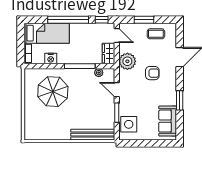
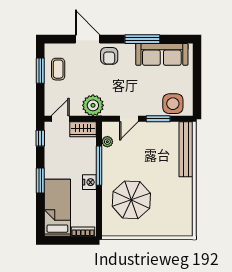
window: (68, 20) -> (40, 180), width x0.47
window: (144, 20) -> (40, 71), moved
nightstand: (51, 58) -> (89, 182), moved
armchair: (152, 73) -> (109, 56), moved, turned 180
window: (180, 100) -> (142, 39), width x1.44
sofa: (168, 121) -> (162, 54), width x1.36

